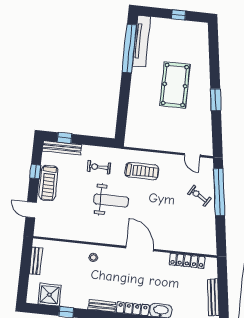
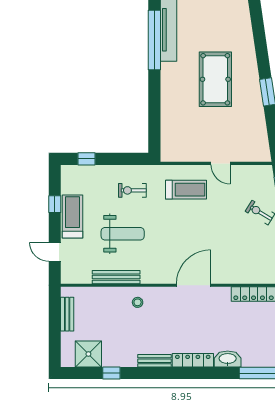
bench: (62, 148) -> (116, 277), moved
door: (192, 155) -> (221, 163), moved
treadmill: (48, 183) -> (73, 216), turned 180
weight bench: (111, 200) -> (123, 234), moved
door: (140, 249) -> (194, 285), hinge flipped

